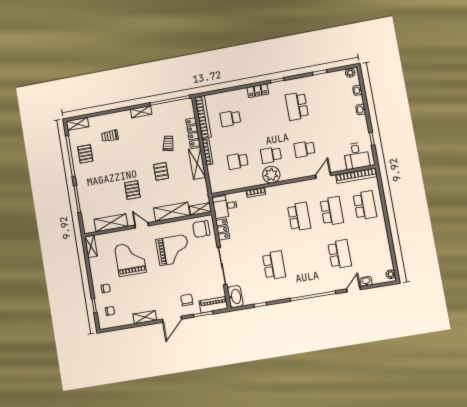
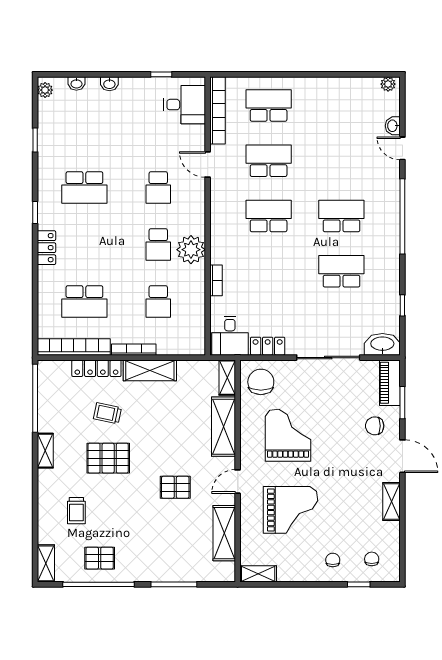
school desk: (230, 118) -> (84, 302), width x1.85
pallet: (161, 171) -> (108, 458), moved, width x1.50, depth x1.42
chair: (201, 229) -> (261, 382), turned 180
school desk: (340, 254) -> (341, 216), moved
grand piano: (130, 259) -> (290, 510), turned 180

